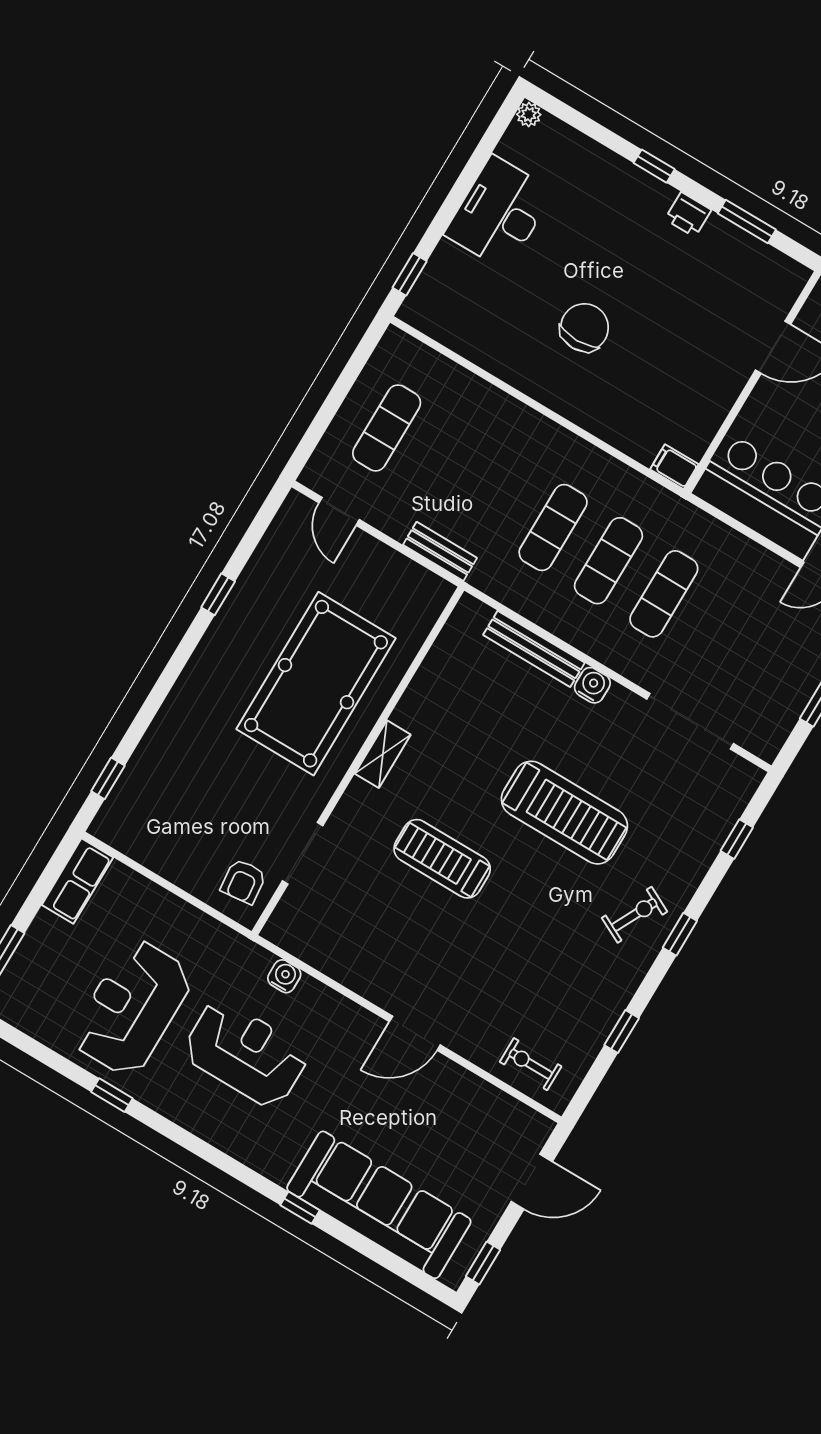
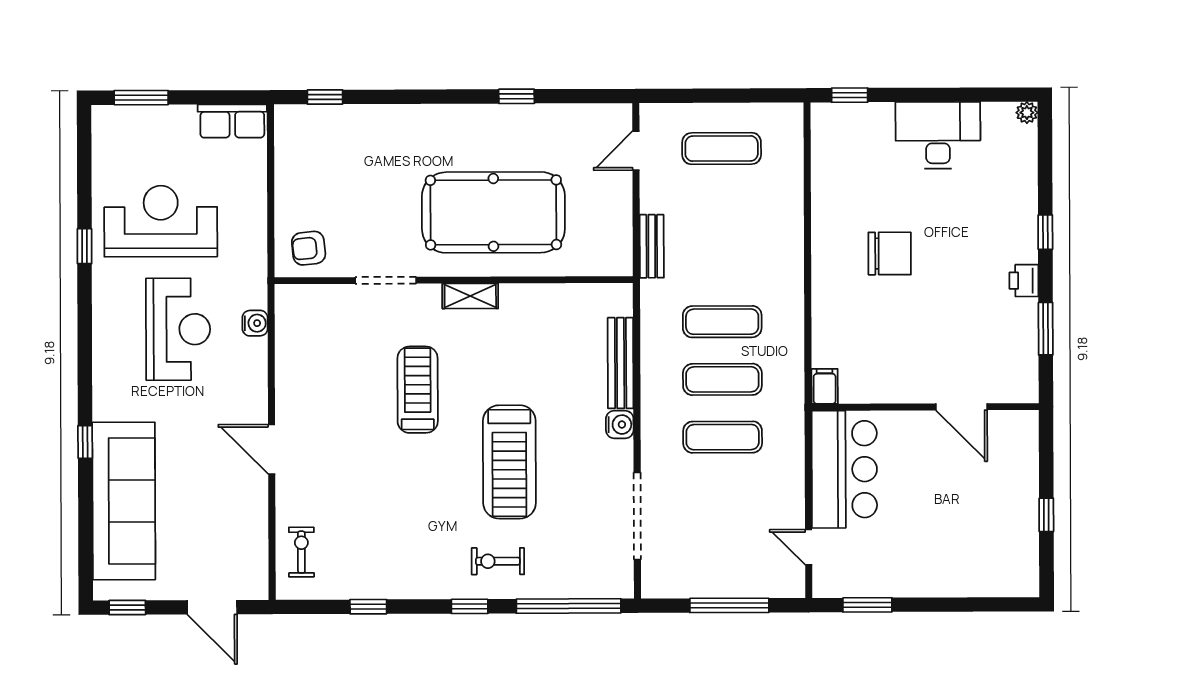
window: (737, 839) -> (569, 606), width x3.17
doorway: (303, 853) -> (386, 280), moved
exercise bike: (635, 915) -> (498, 561), moved, turned 153

